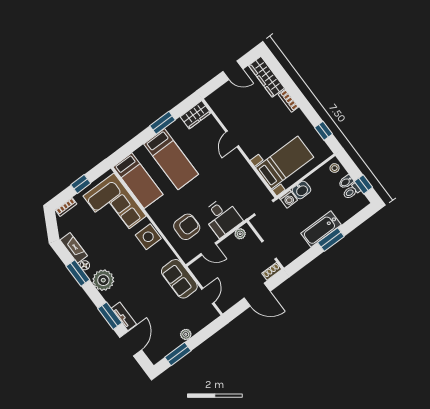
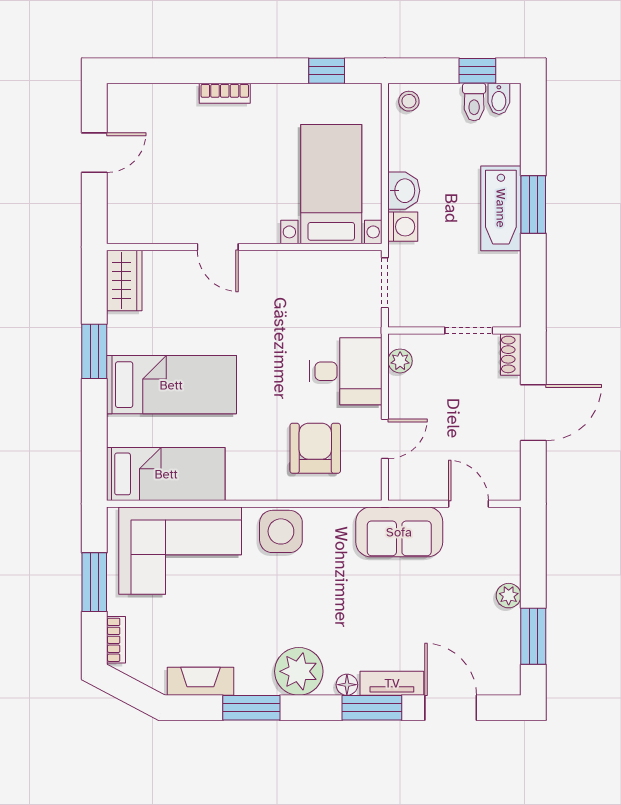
wardrobe: (267, 77) -> (152, 101), removed
bidet: (346, 182) -> (499, 99), moved
window: (81, 184) -> (94, 582), width x1.50
floor lamp: (85, 265) -> (347, 685), moved

